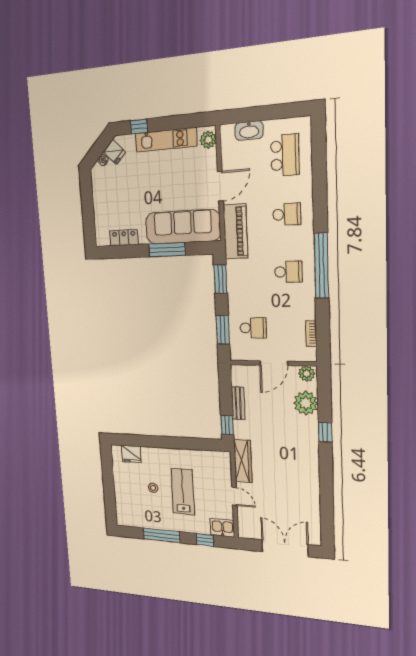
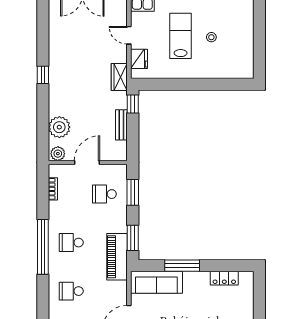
sofa: (183, 227) -> (156, 282), width x0.74, depth x0.79
piano: (235, 232) -> (117, 257), moved
window: (325, 432) -> (43, 75), moved
fridge: (131, 454) -> (139, 59), moved, turned 90
wardrobe: (243, 461) -> (119, 77), width x0.67
lab bench: (183, 492) -> (181, 36), turned 180

